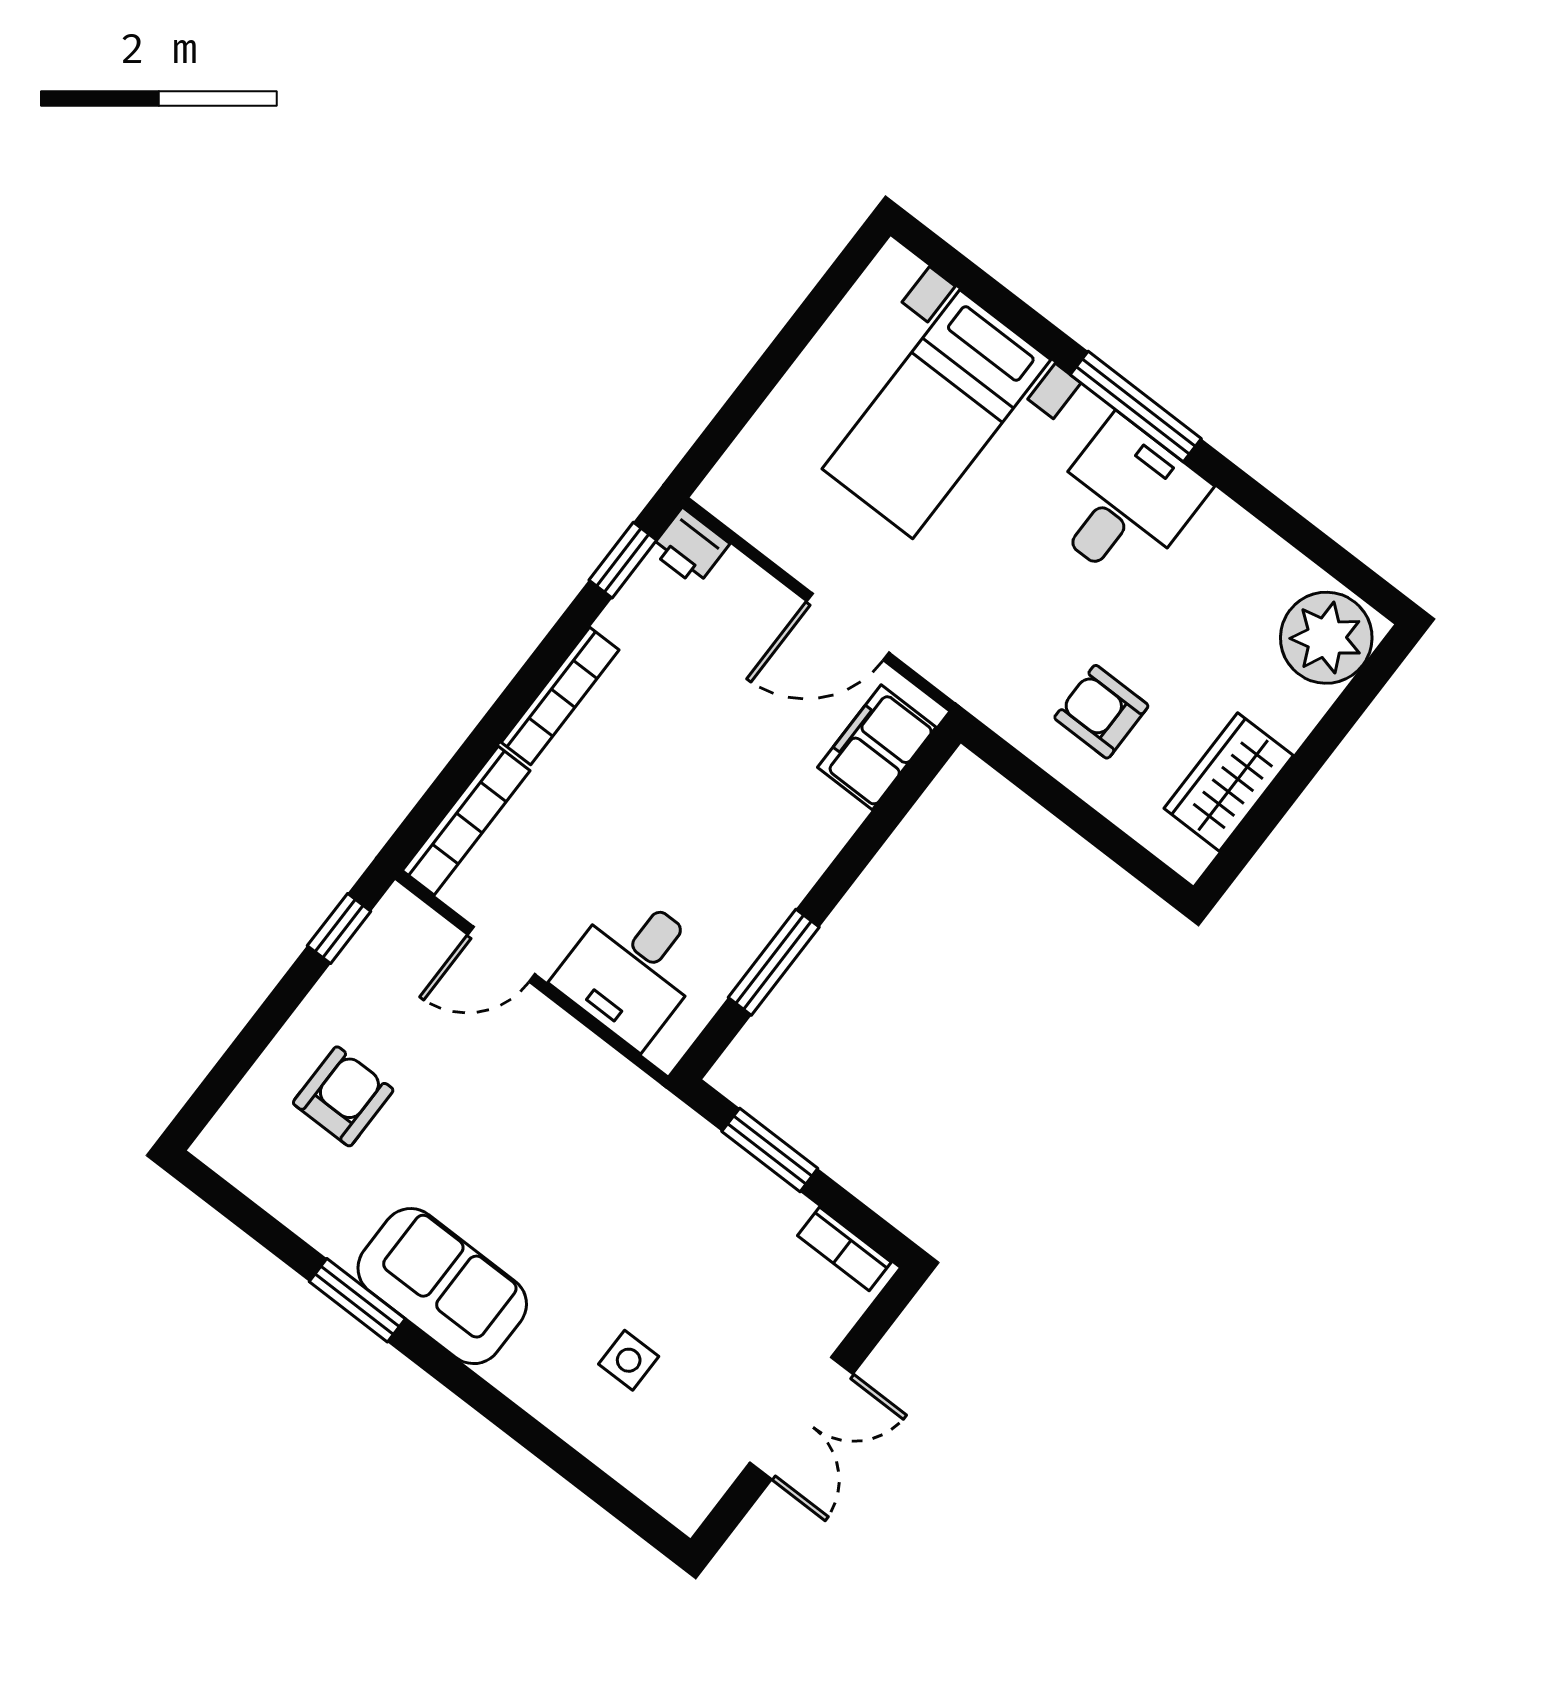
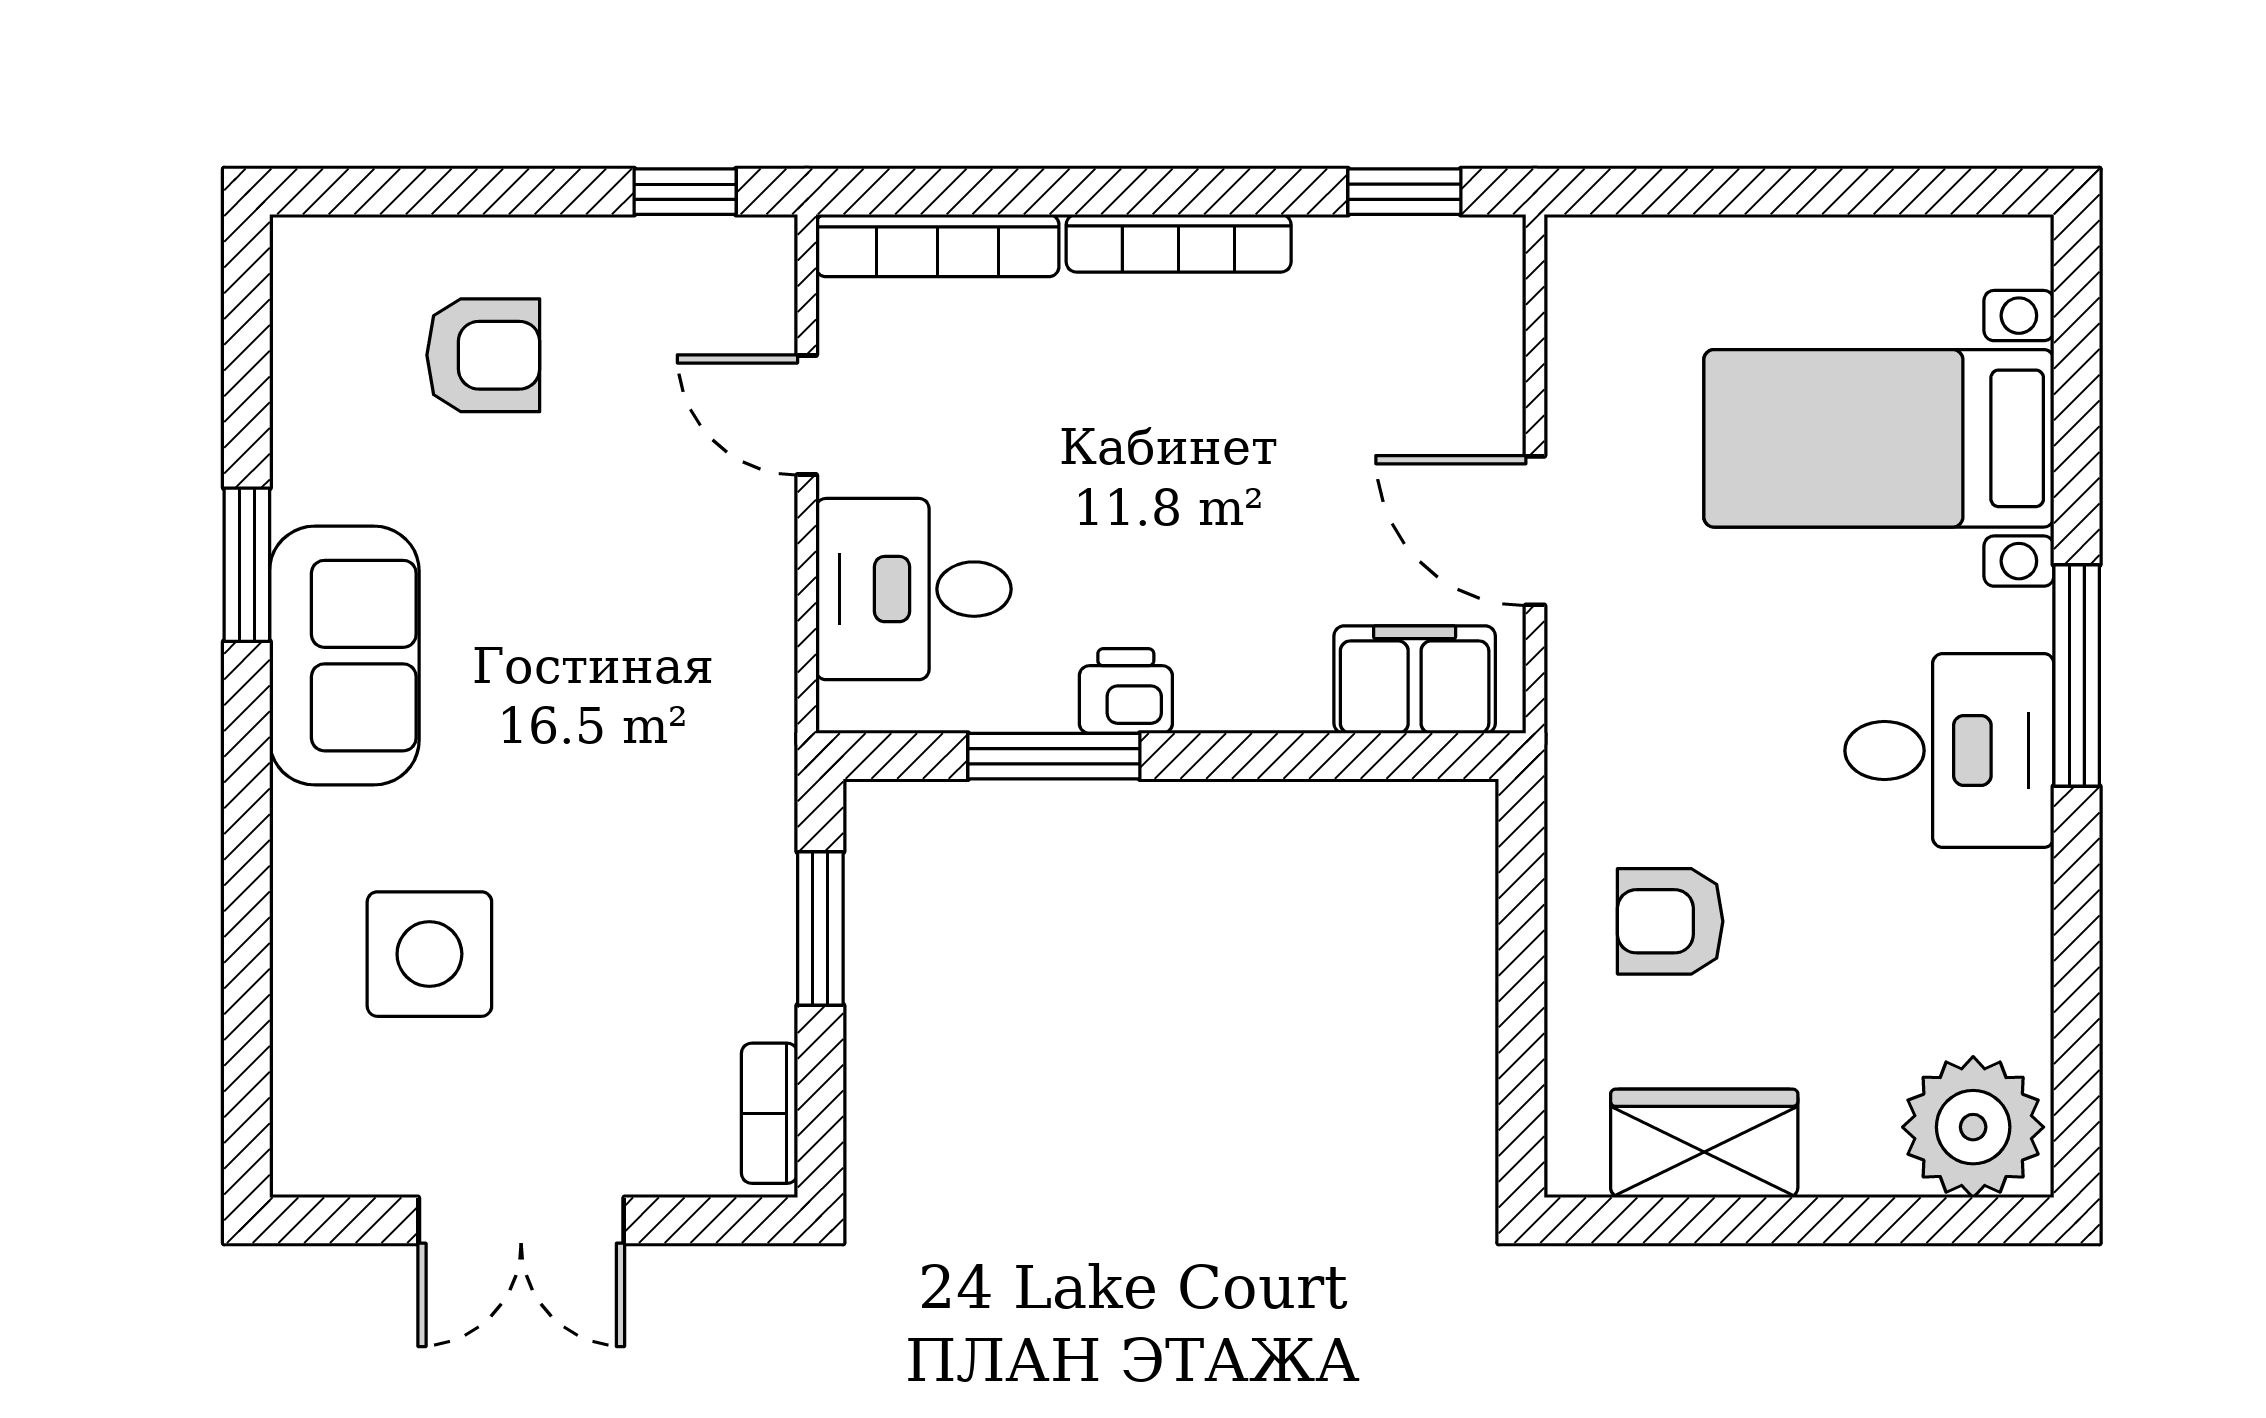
printer: (690, 547) -> (1126, 691), moved, turned 90
armchair: (1101, 712) -> (1670, 921), turned -90
side table: (629, 1360) -> (429, 954), width x1.87, depth x1.87

